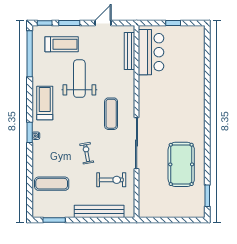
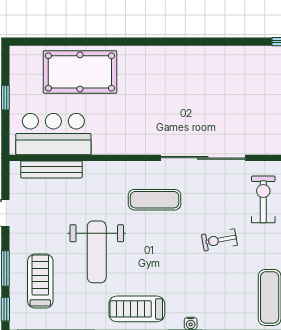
weight bench: (79, 79) -> (97, 252), turned -90
pool table: (181, 164) -> (80, 72), moved

